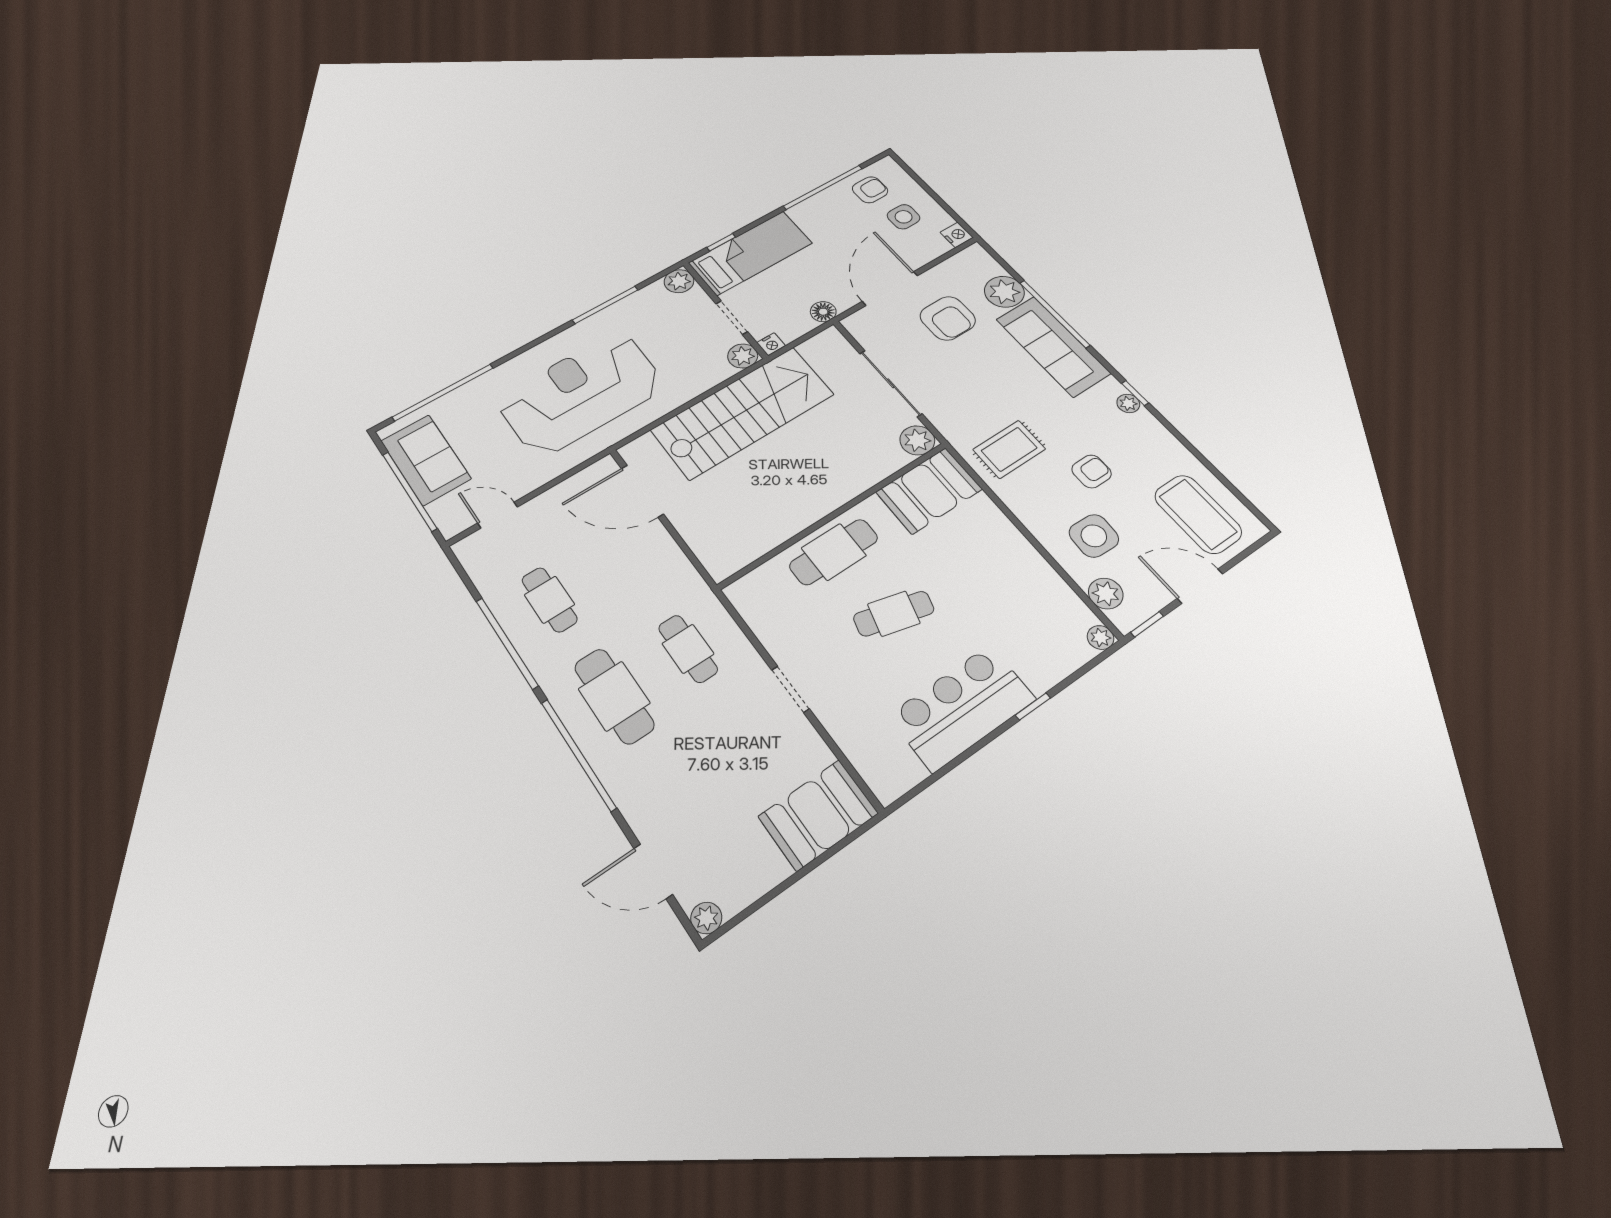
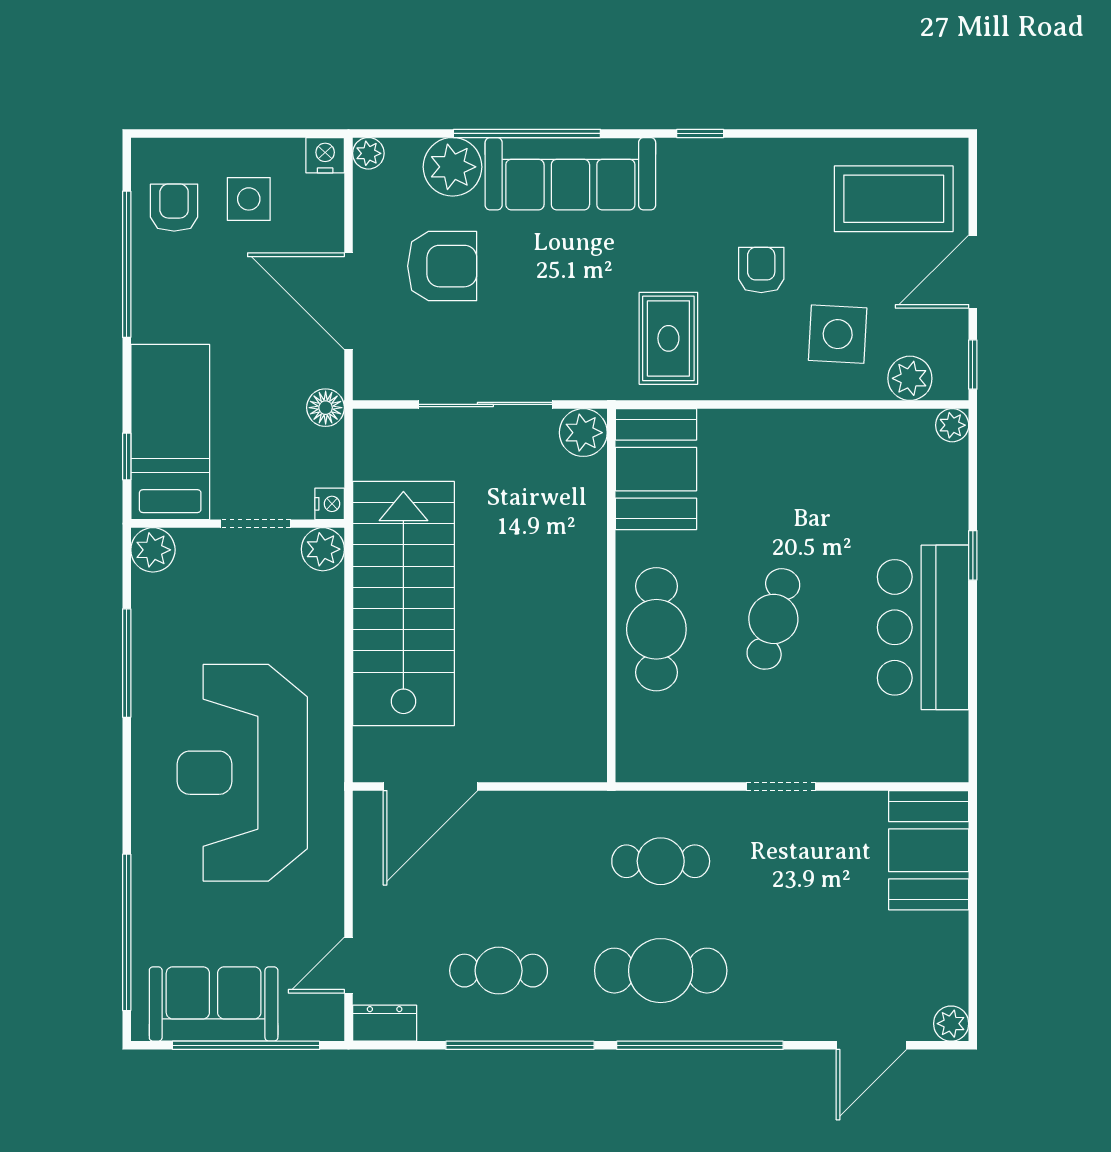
plant: (1128, 403) -> (368, 153), moved
dresser: (472, 557) -> (385, 1023), added

